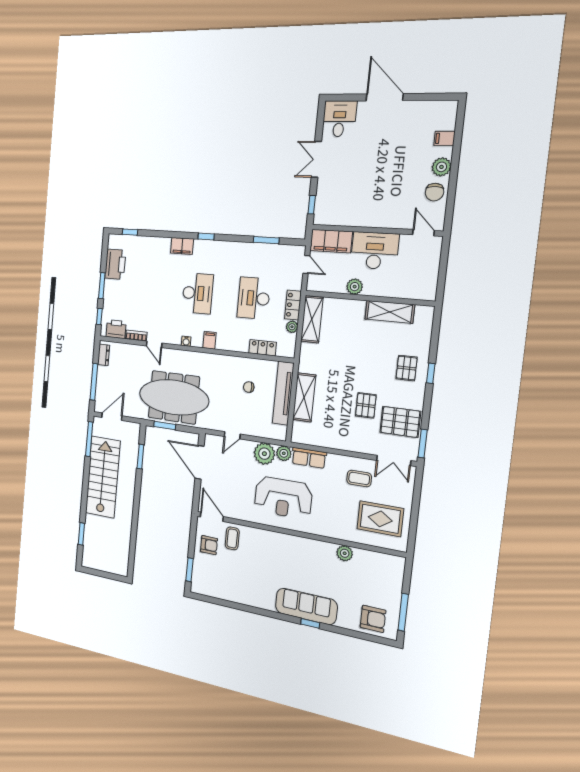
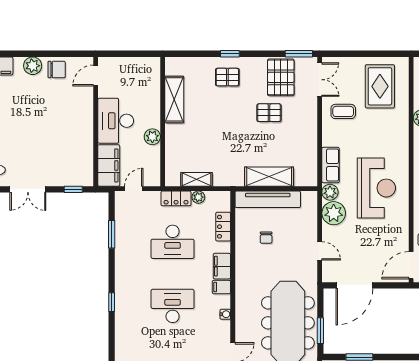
filing cabinet: (182, 246) -> (222, 266), moved, turned 180
shelving: (312, 319) -> (197, 179), width x0.67, depth x0.75
coffee table: (359, 478) -> (343, 111), turned 90

